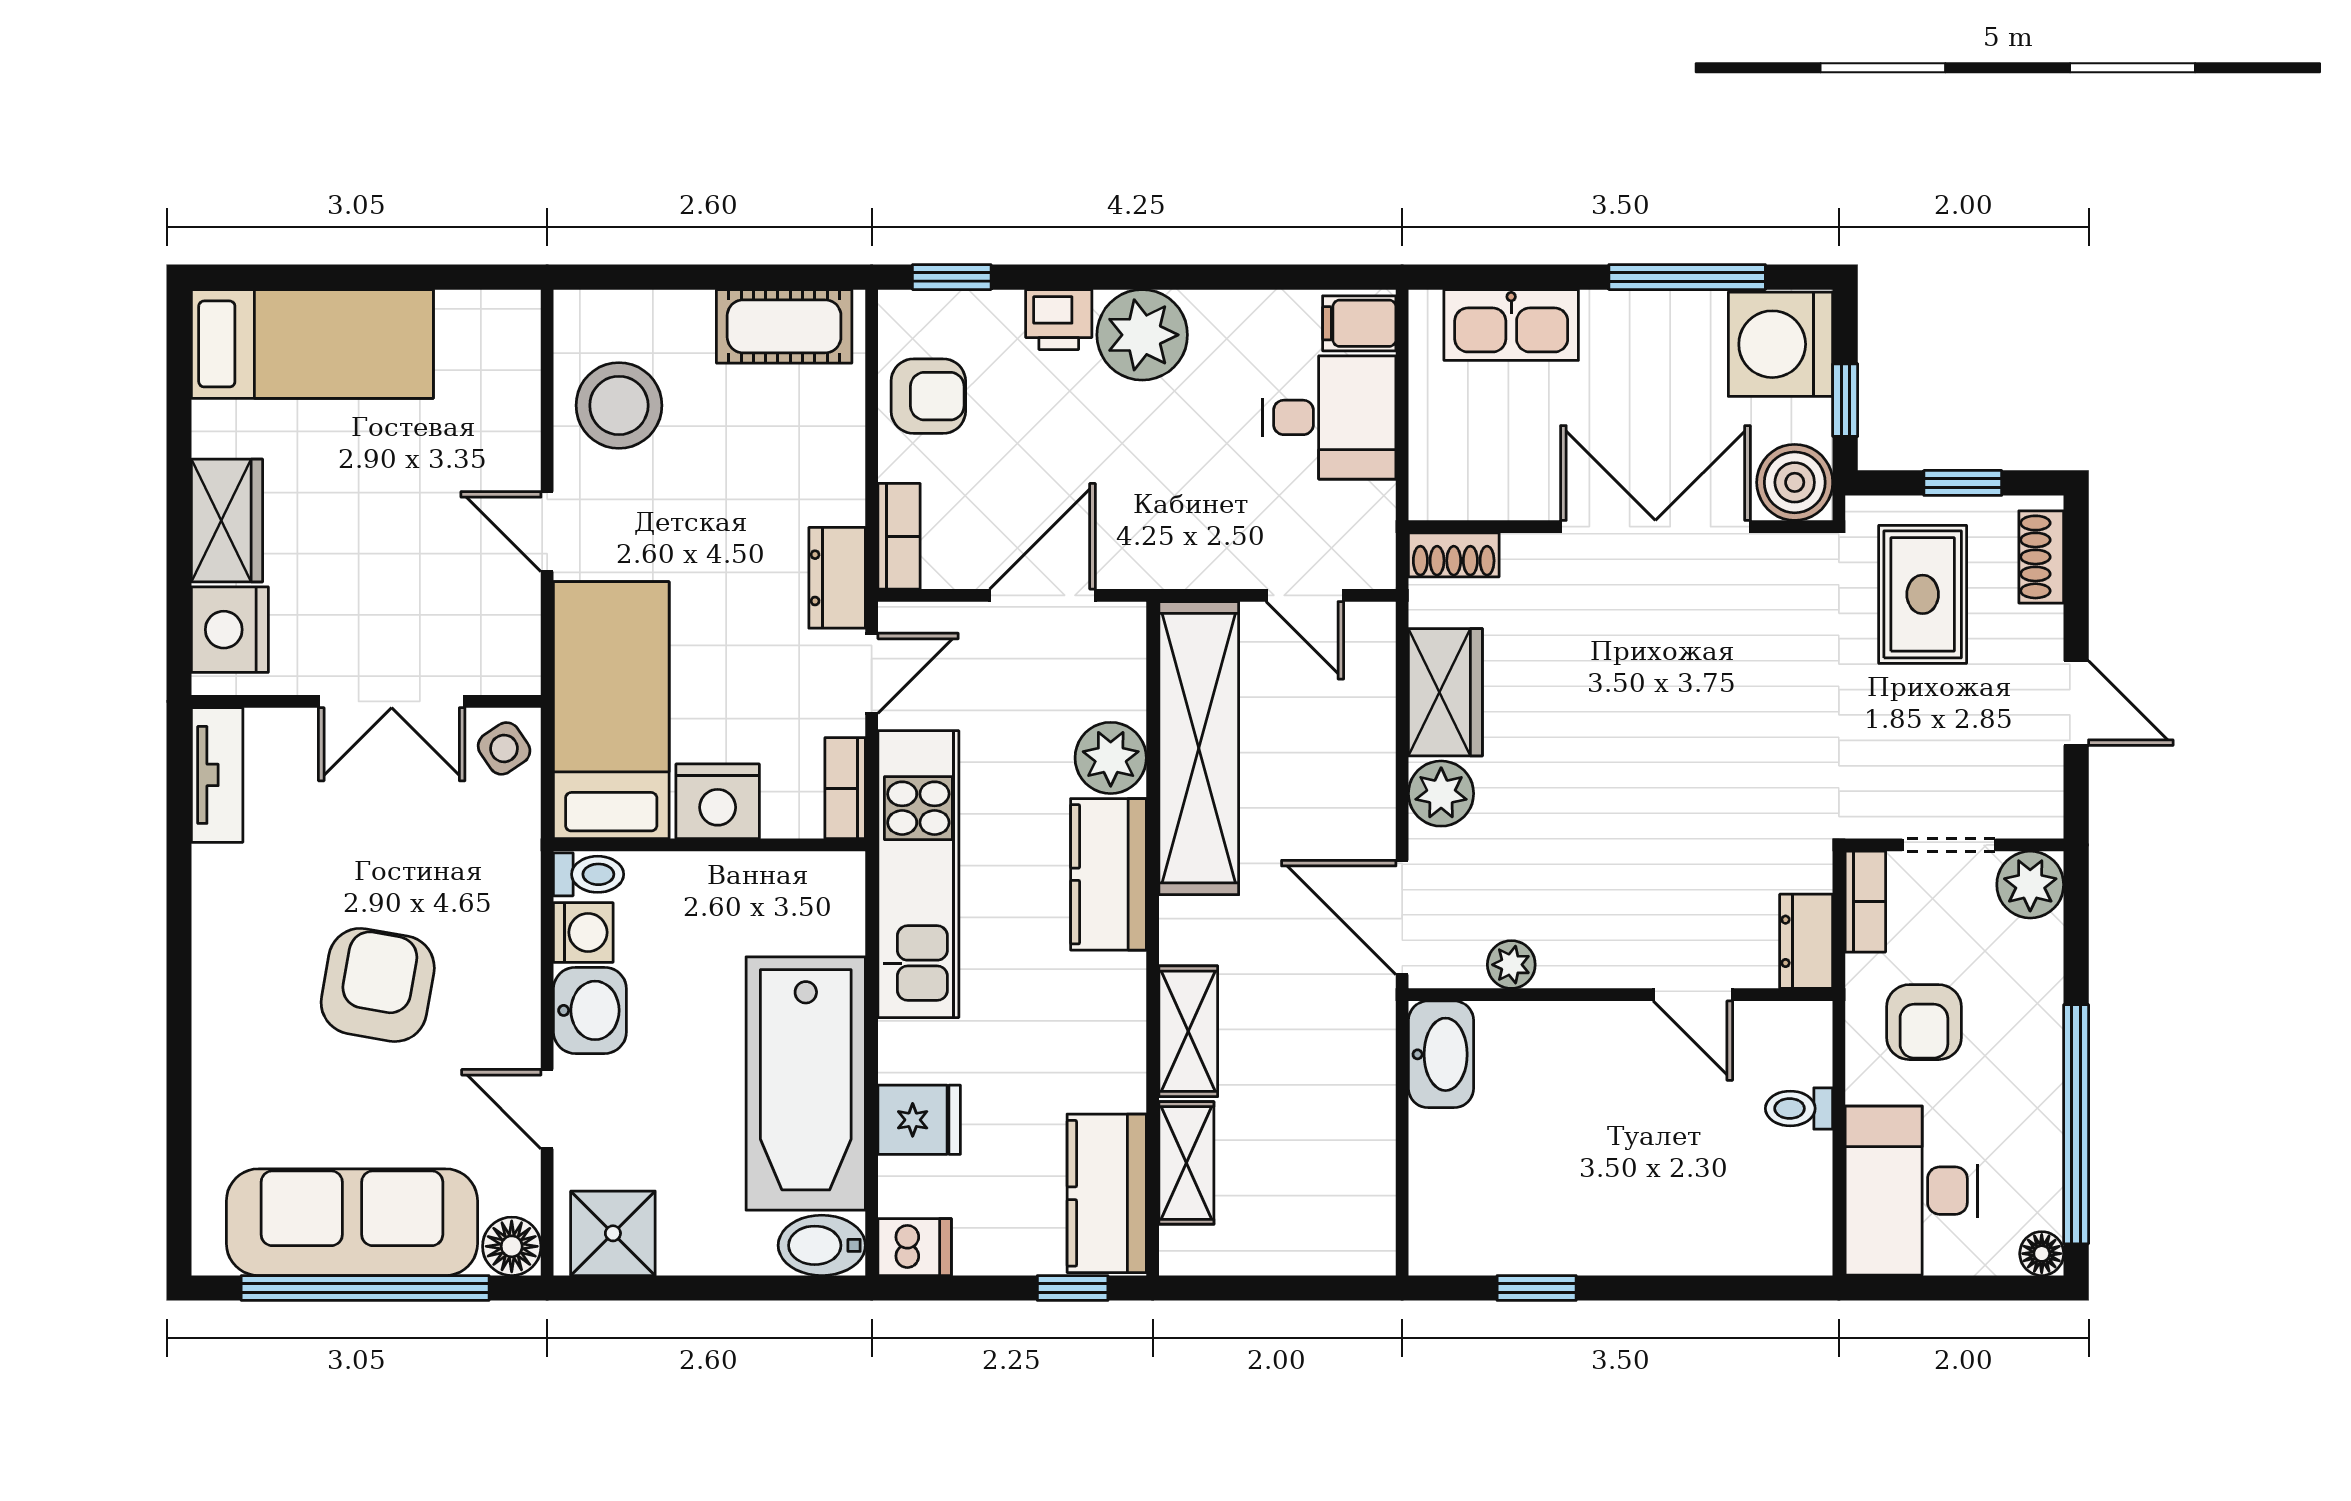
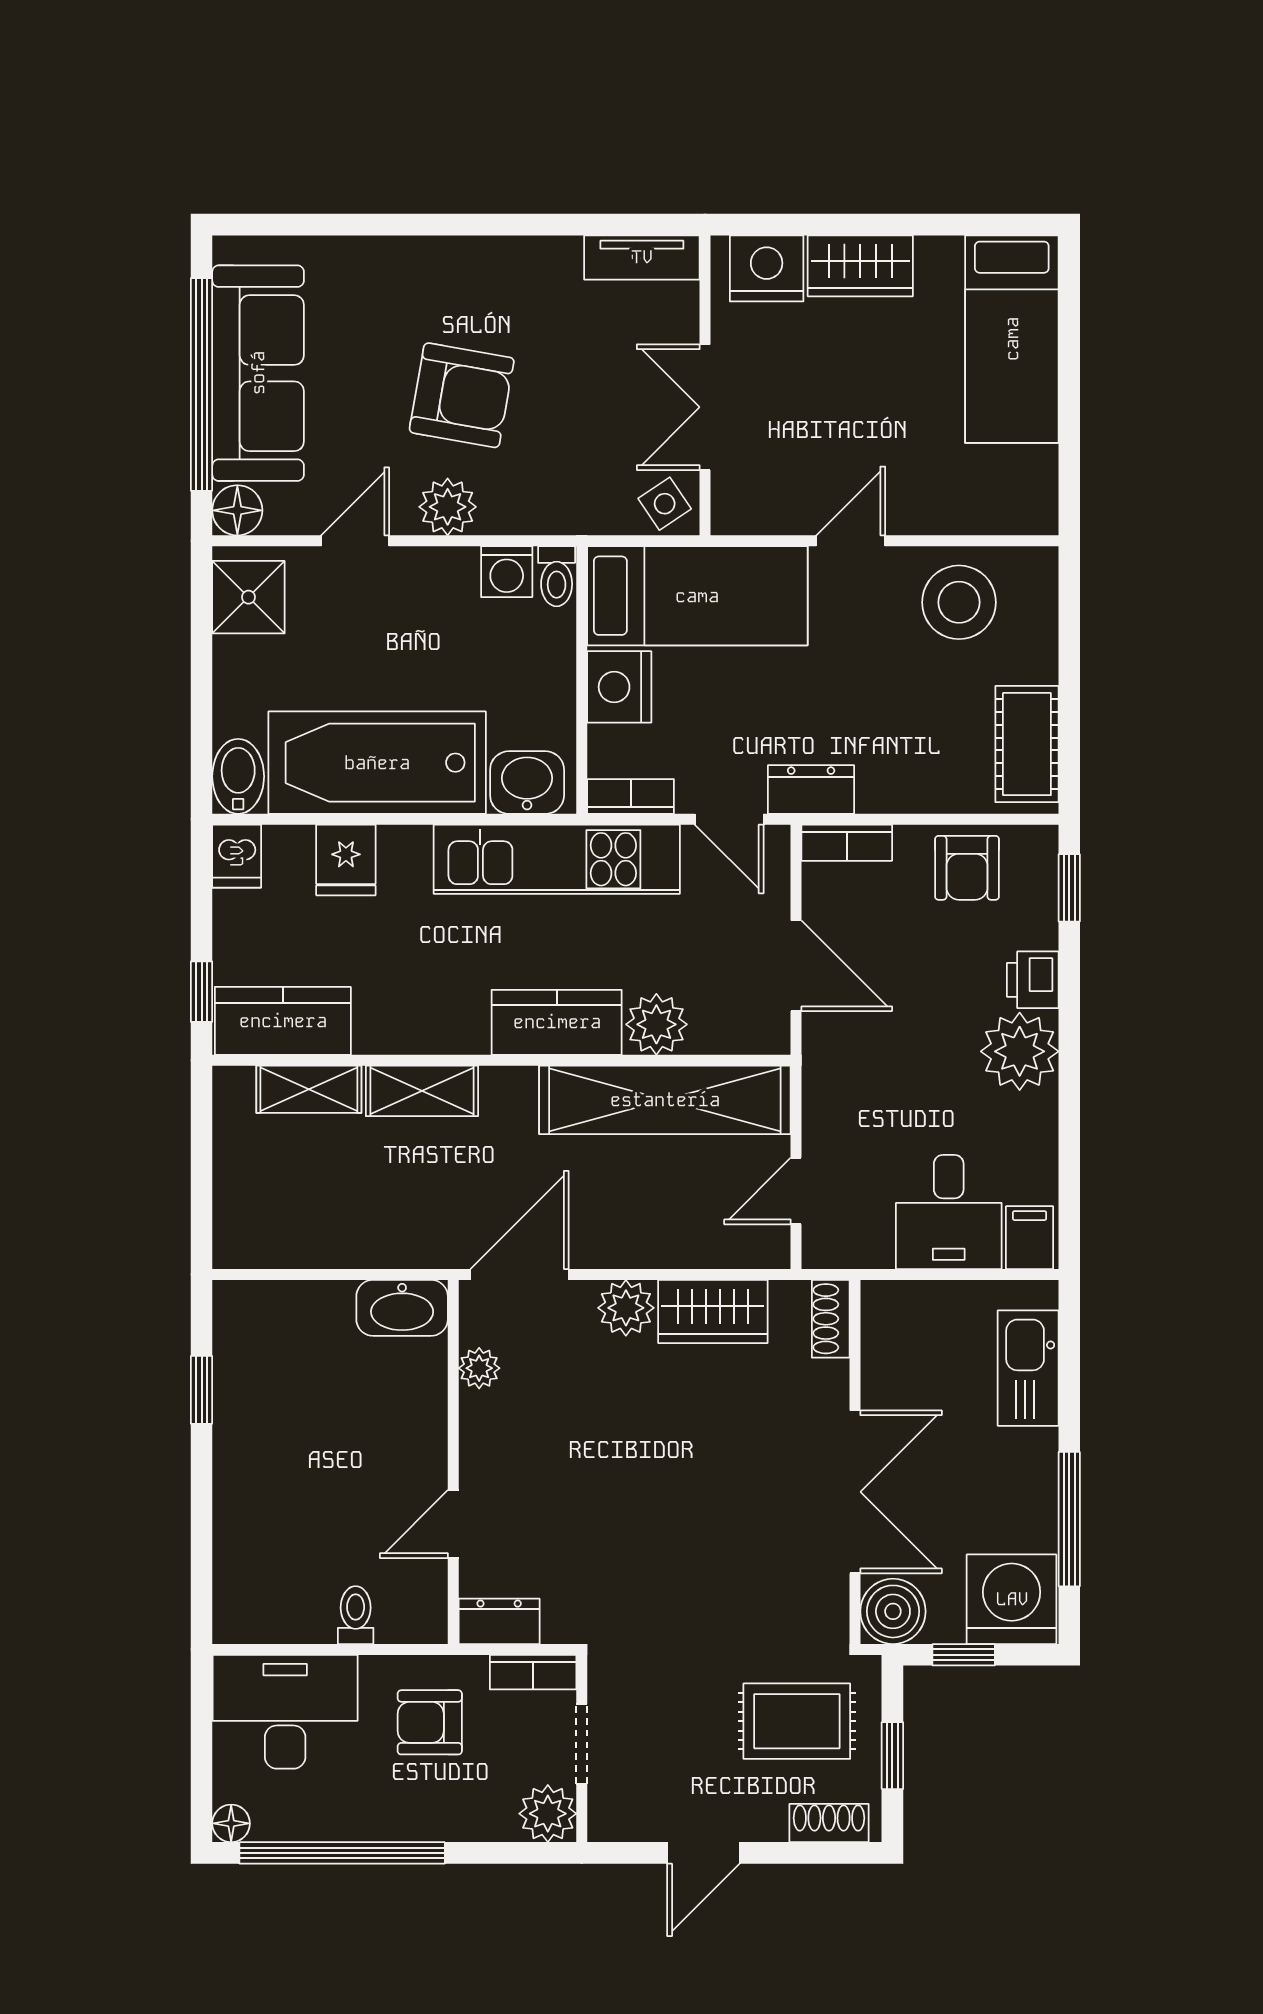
plant: (508, 1001) -> (448, 507), added
washbasin: (590, 1010) -> (527, 783), moved, turned 180

